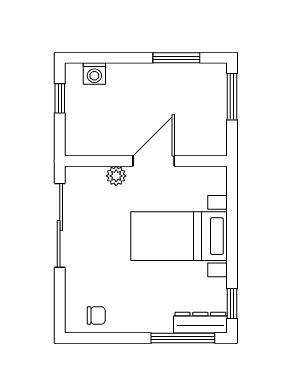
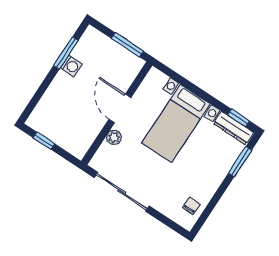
washing machine: (94, 74) -> (71, 66), moved
window: (232, 97) -> (128, 45), moved
dresser: (200, 323) -> (234, 128), moved, turned -90
window: (183, 338) -> (240, 162), width x0.69

